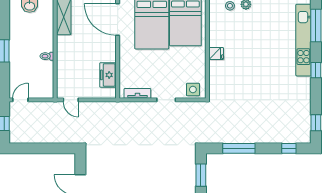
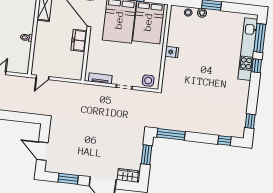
window: (316, 70) -> (257, 66), moved
freezer: (108, 75) -> (79, 40), moved
door: (71, 100) -> (43, 77), hinge flipped
window: (239, 148) -> (171, 134), moved

